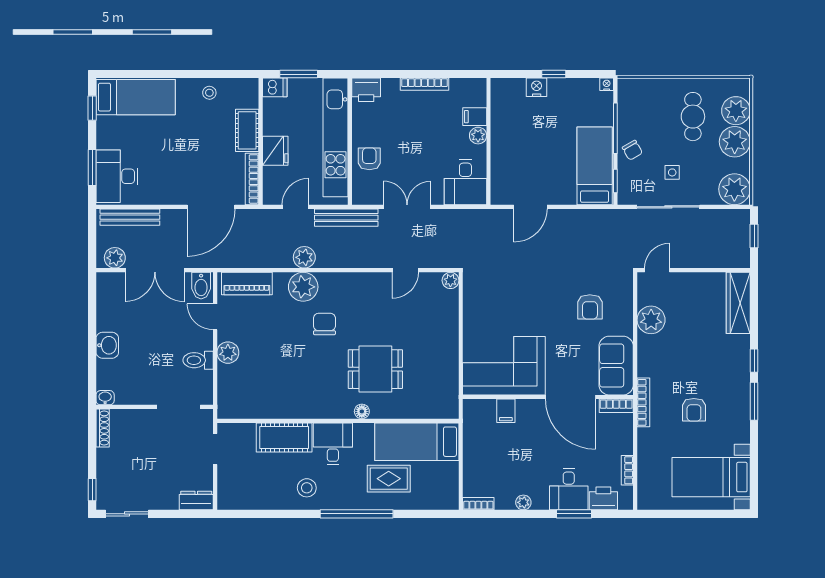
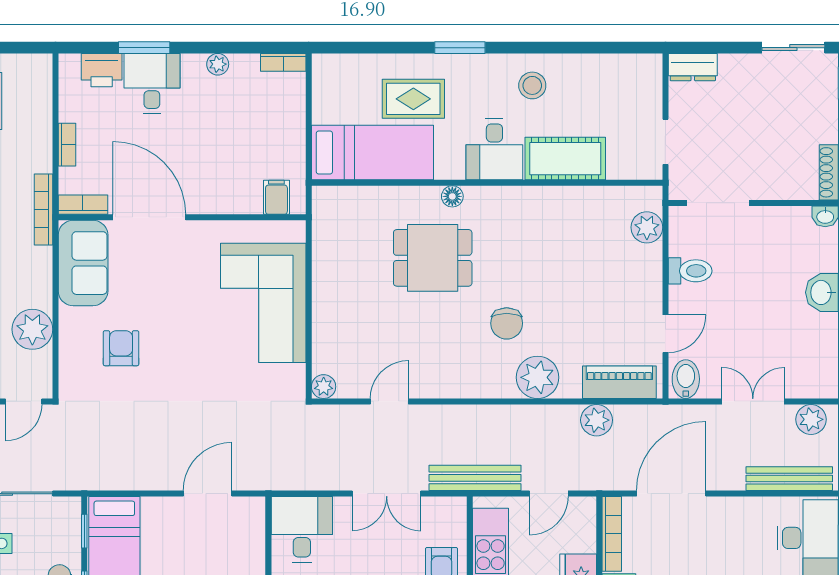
plant: (304, 257) -> (597, 420), moved
double door: (155, 270) -> (753, 401), width x0.73
door: (215, 317) -> (665, 334), hinge flipped
plant: (228, 353) -> (647, 227), moved
corner sofa: (504, 366) -> (263, 303), moved, turned 90
filing cabinet: (506, 411) -> (276, 197), moved
bookcase: (627, 470) -> (67, 145), moved
window: (357, 514) -> (460, 48), width x0.47

